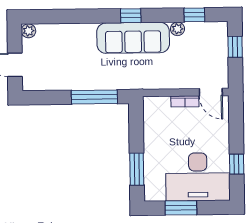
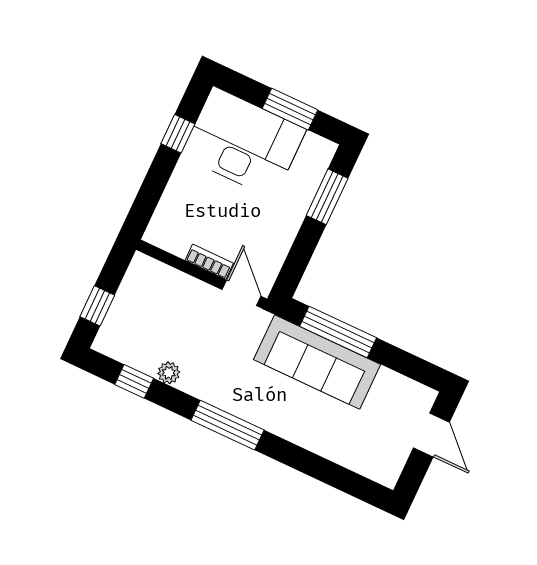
window: (131, 16) -> (228, 425), width x2.17
plant: (28, 31) -> (388, 475), removed
sofa: (133, 38) -> (317, 362), moved, turned 180
door: (211, 92) -> (241, 293), moved

